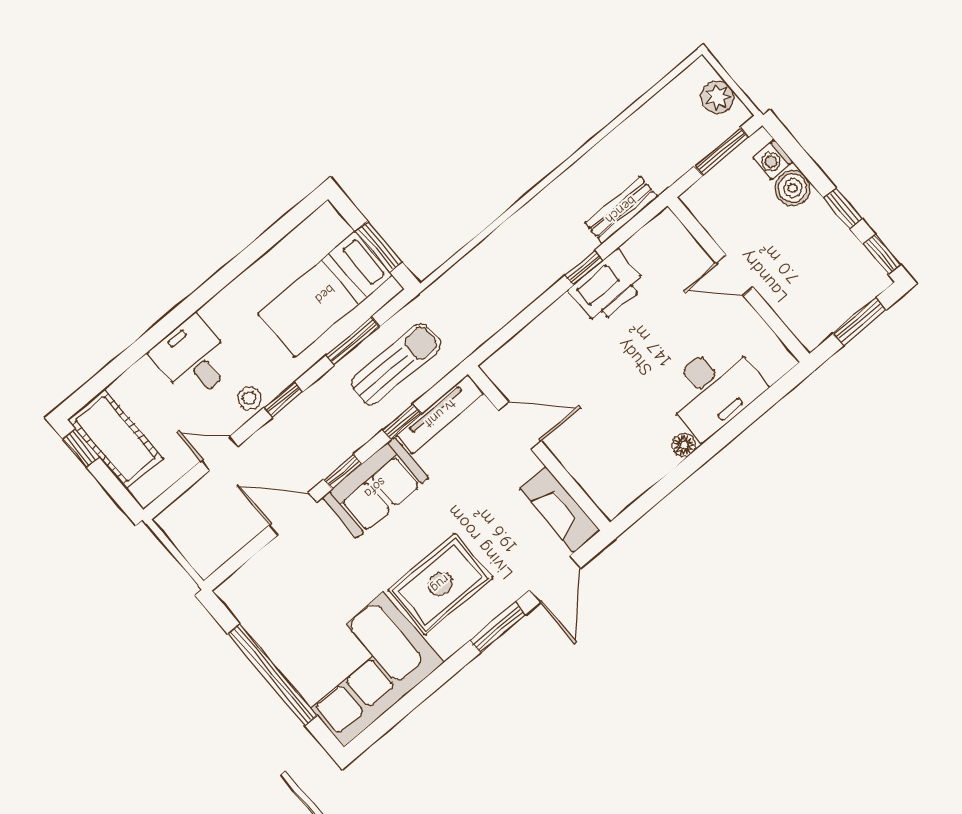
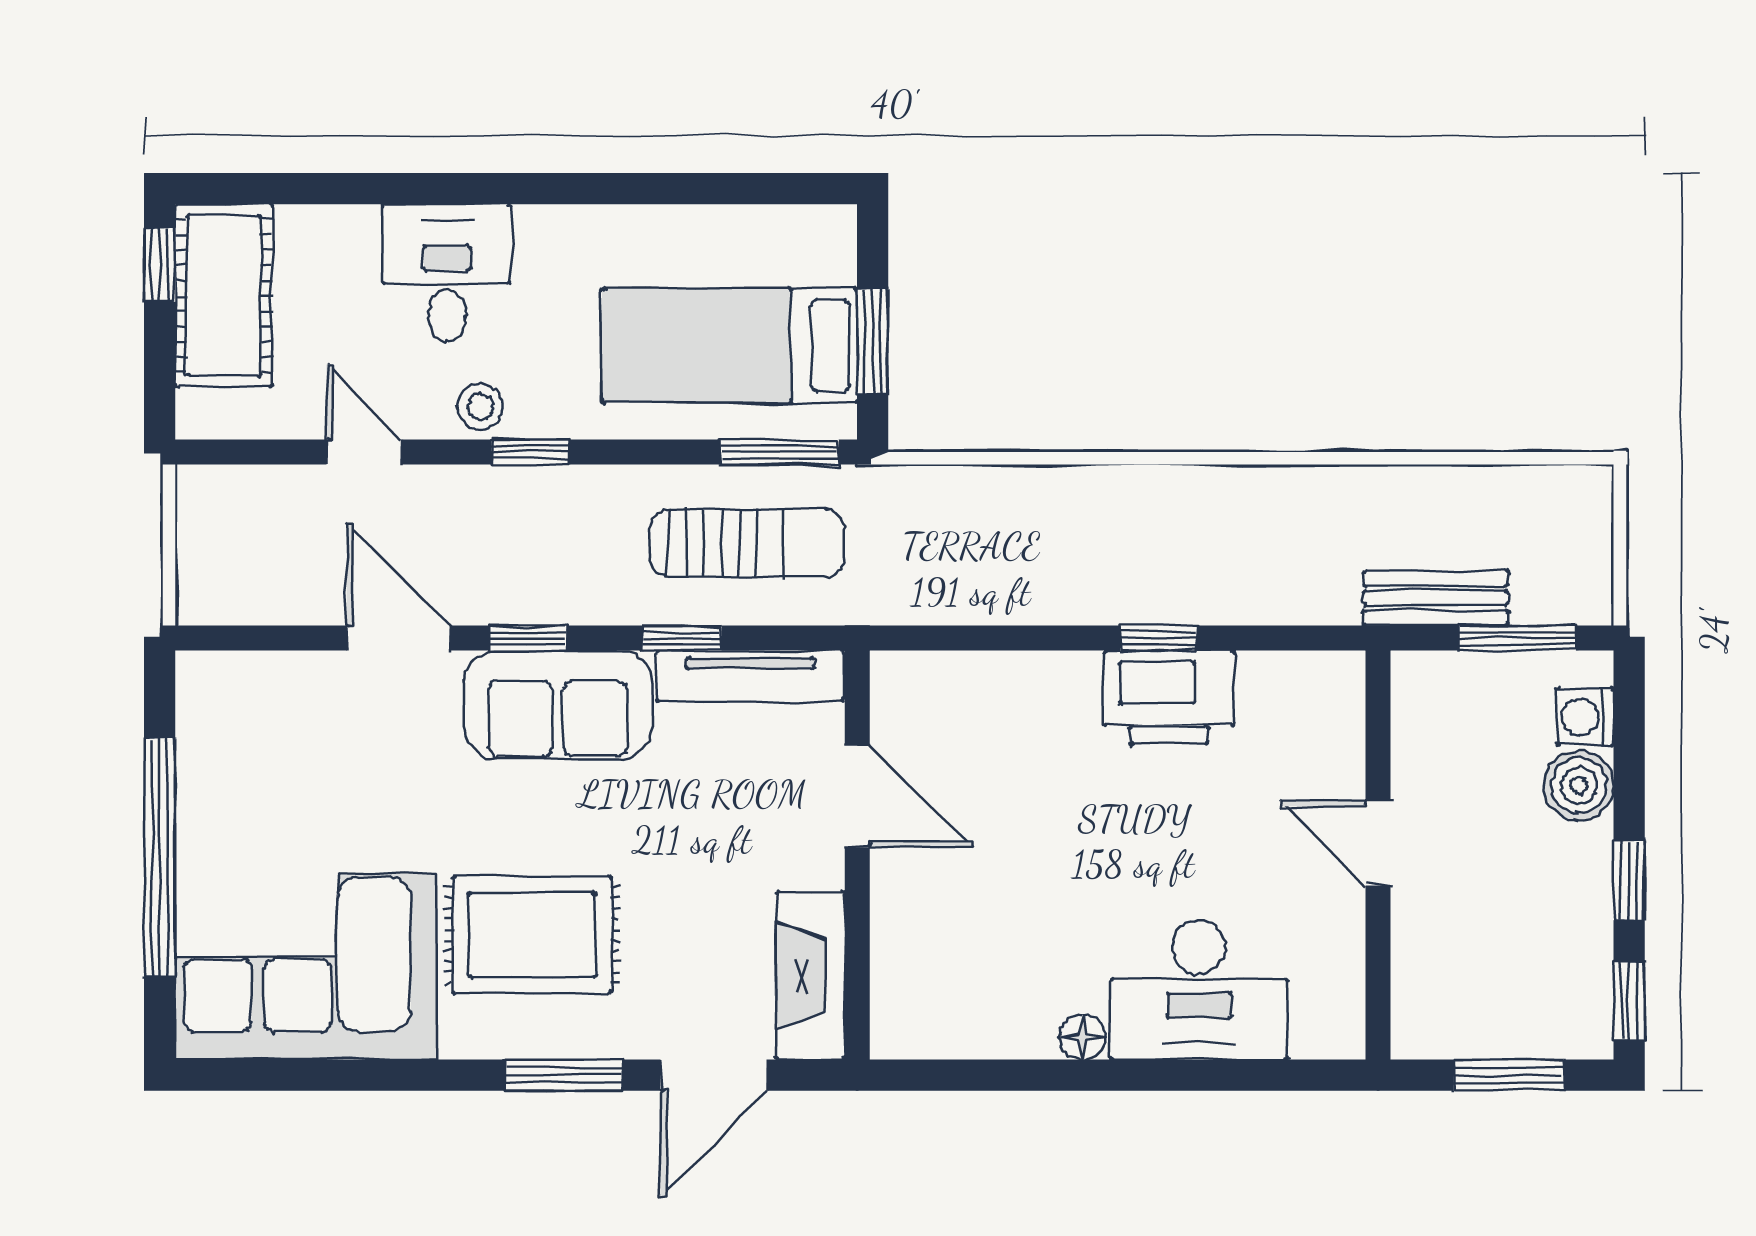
plant: (718, 97) -> (1581, 550), removed
bench: (621, 210) -> (1436, 598), moved
window: (353, 341) -> (780, 452), moved

